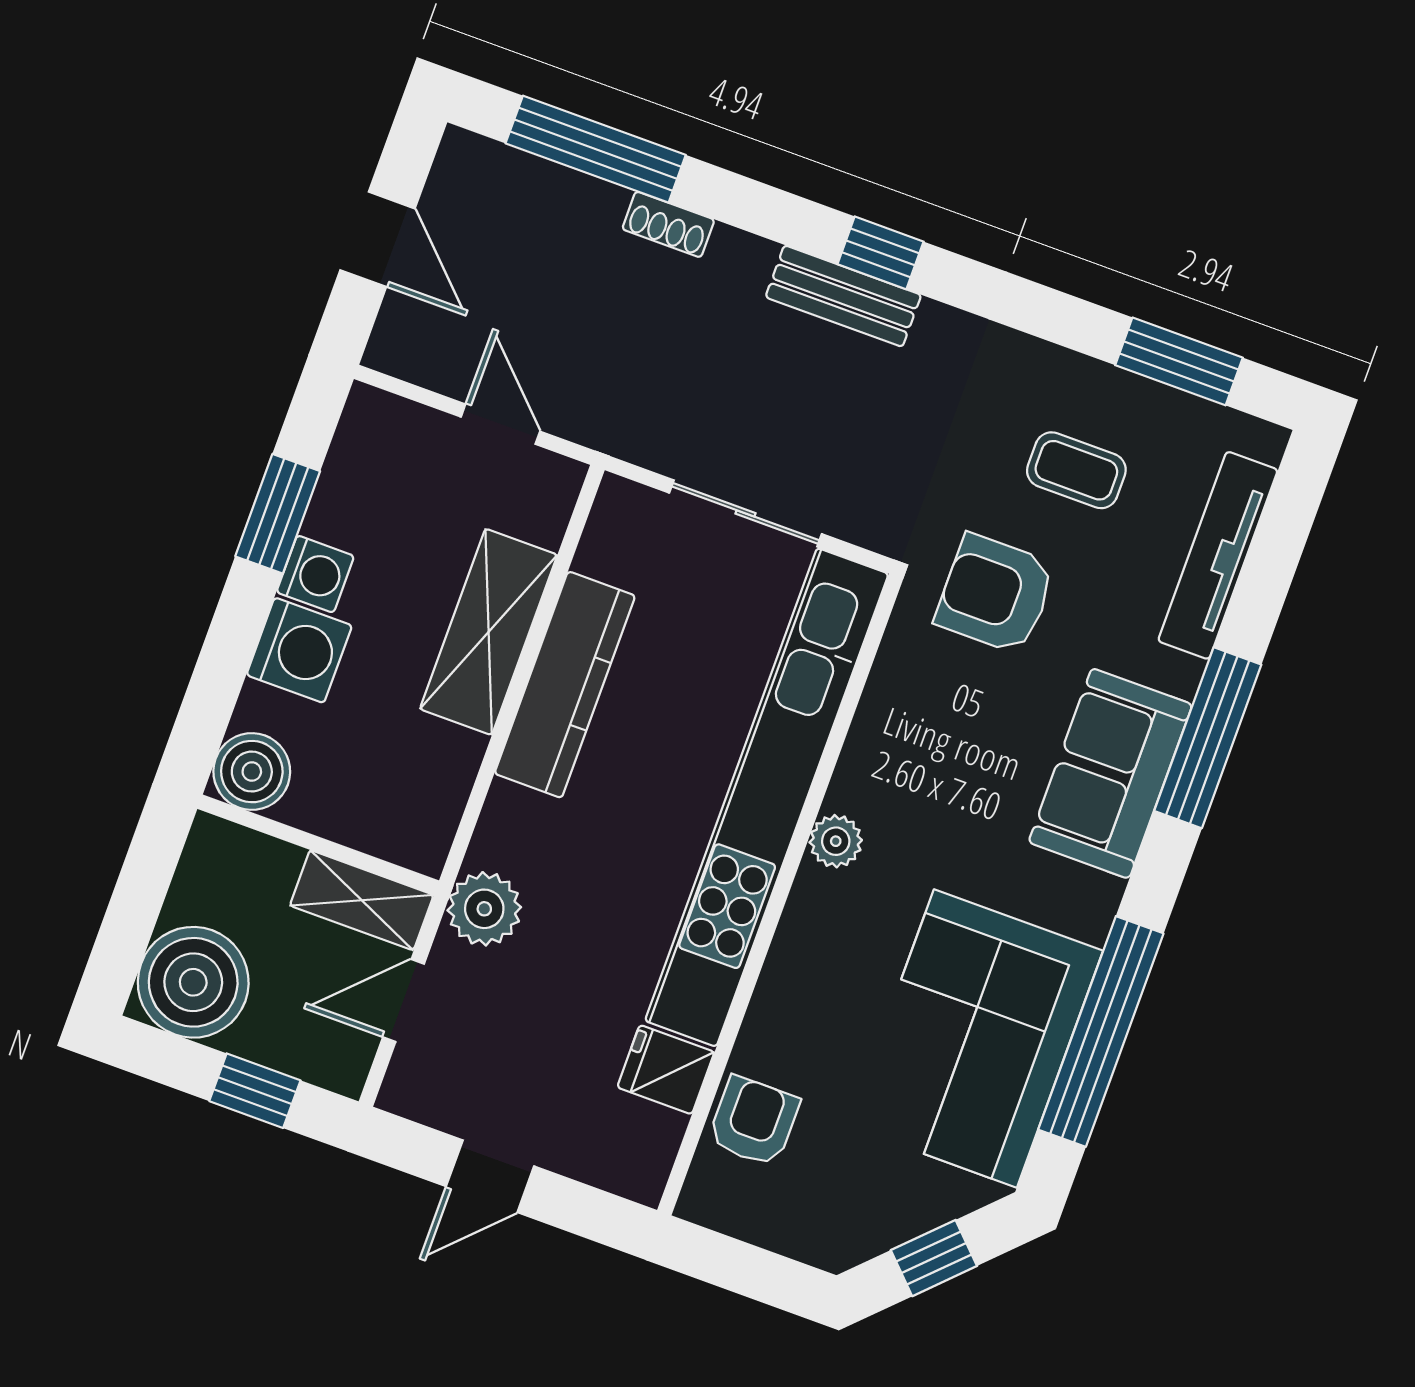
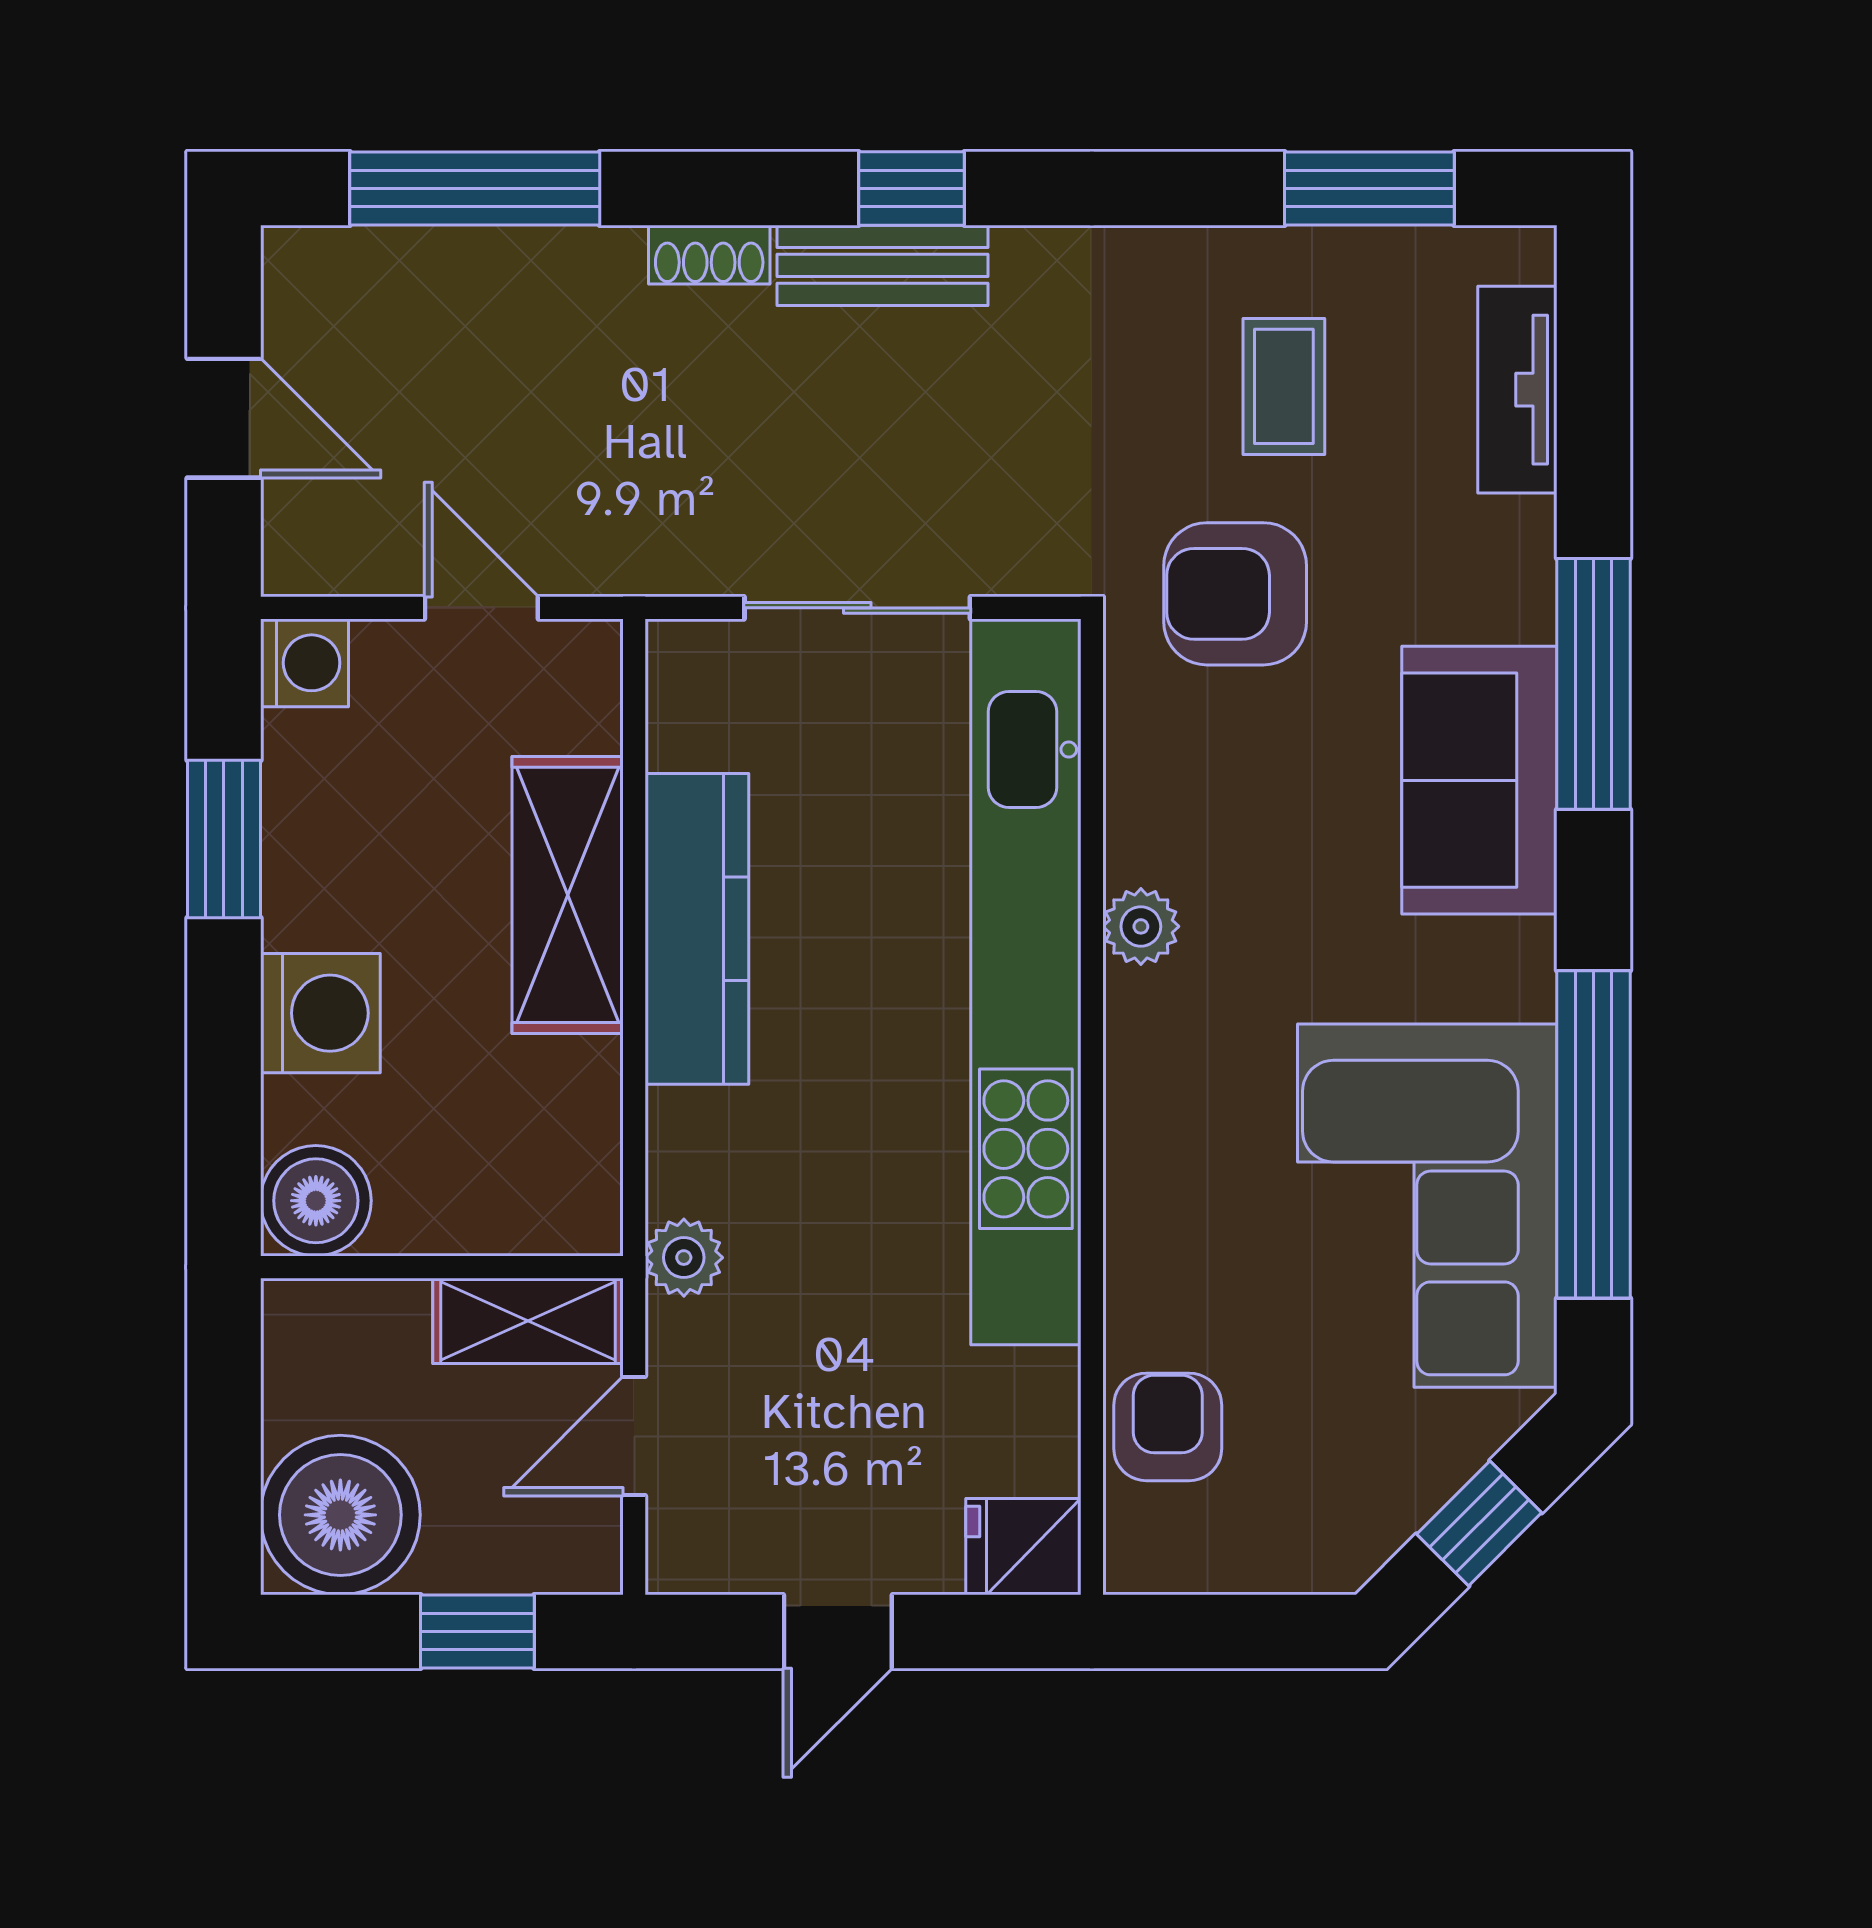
shoe rack: (668, 224) -> (709, 255), moved
coffee table: (1076, 470) -> (1284, 386), turned 90
tv unit: (1218, 555) -> (1517, 390), width x0.71
washing machine: (315, 574) -> (304, 663), moved
plant: (836, 841) -> (1141, 926), moved
plant: (484, 909) -> (684, 1258), width x0.73, depth x0.73
fridge: (666, 1070) -> (1023, 1547), moved

